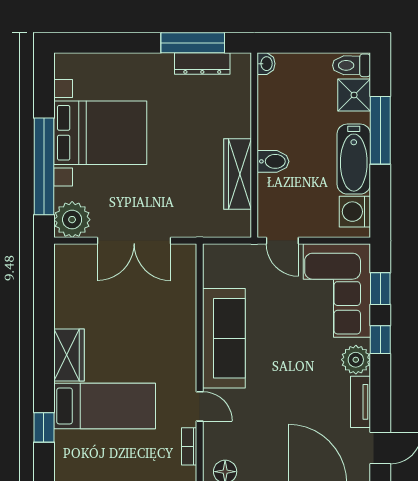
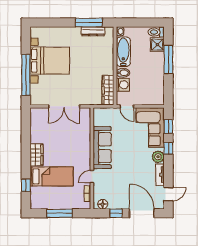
bathtub: (354, 159) -> (123, 52), moved, turned 180
wardrobe: (238, 174) -> (108, 90), moved
washing machine: (355, 212) -> (123, 85), moved, turned 180
plant: (72, 220) -> (38, 97), removed
door: (200, 406) -> (92, 177), swing flipped

